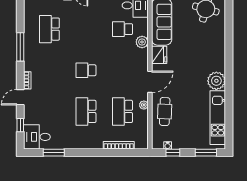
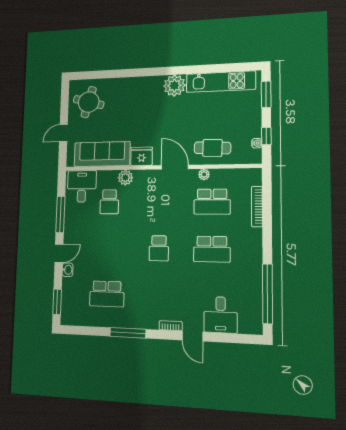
window: (20, 125) -> (230, 338), removed
desk: (37, 137) -> (221, 315), moved
window: (54, 153) -> (267, 294), width x2.11

